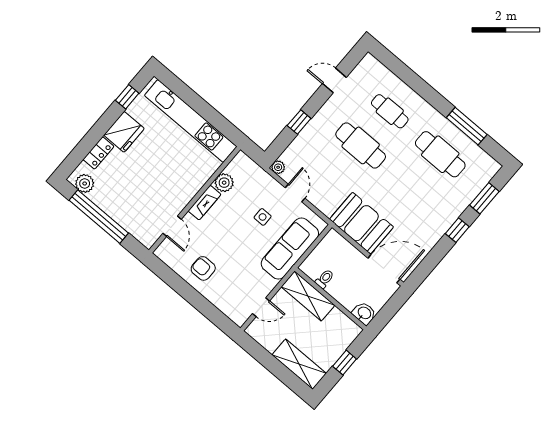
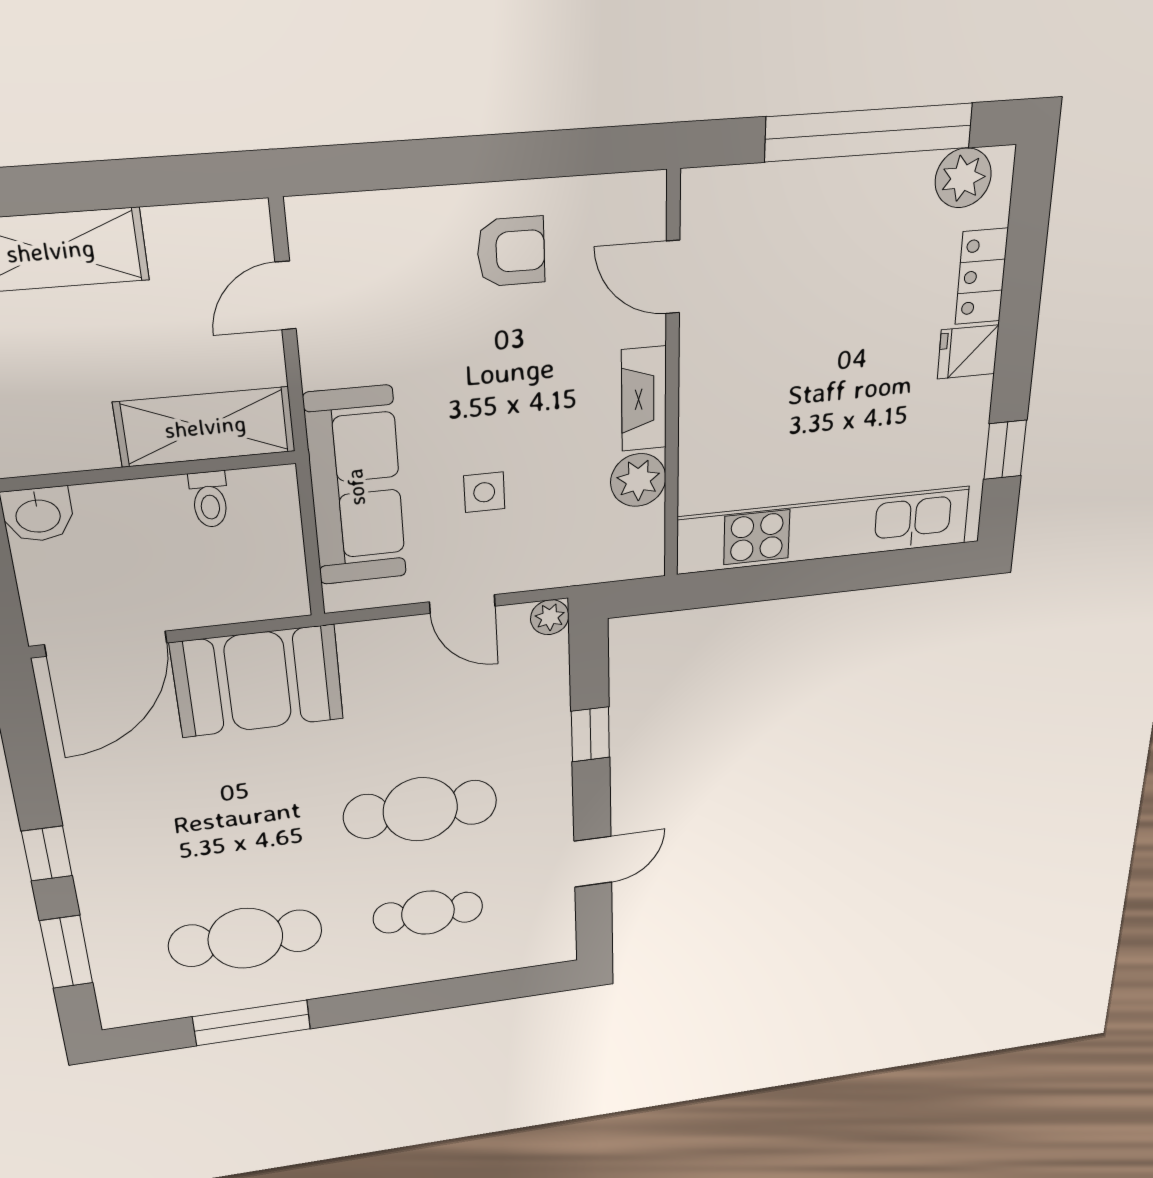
fridge: (124, 132) -> (968, 352), width x0.53, depth x0.75

